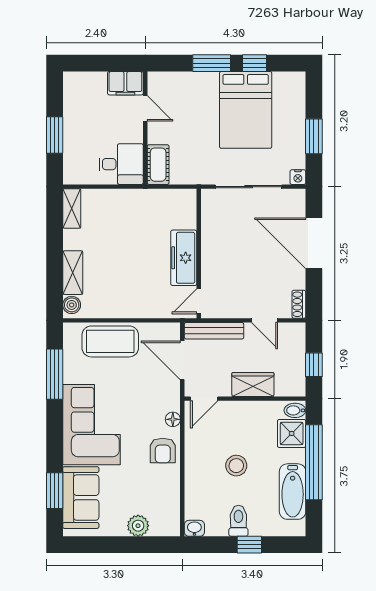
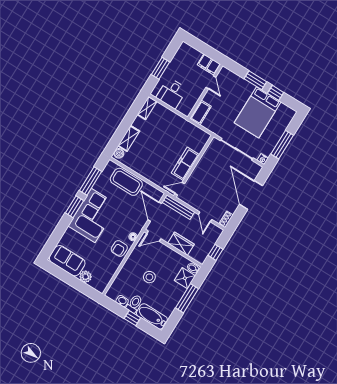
window: (314, 136) -> (282, 145), width x1.44
desk: (121, 164) -> (172, 93), moved, turned 90
window: (314, 462) -> (187, 298), width x0.68
window: (55, 491) -> (75, 207), moved
bathtub: (293, 492) -> (152, 316), moved, turned 90
sofa: (81, 498) -> (67, 261), moved, turned -90
washbasin: (194, 528) -> (122, 301), moved

